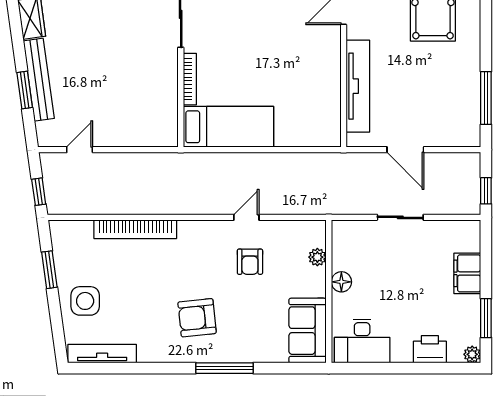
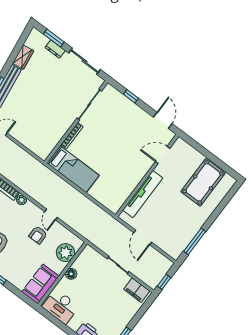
door: (246, 217) -> (51, 214), swing flipped
plant: (187, 229) -> (21, 200), added
plant: (317, 257) -> (65, 253), width x1.88, depth x1.88
filing cabinet: (467, 273) -> (137, 290), moved, turned -90

